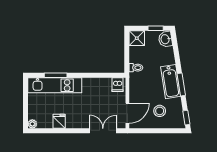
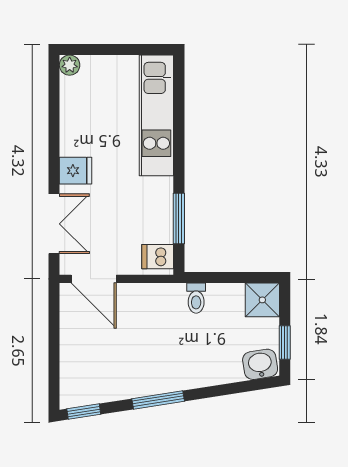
window: (56, 75) -> (179, 218), moved
bathtub: (171, 82) -> (165, 376), removed
stool: (160, 111) -> (99, 351), removed
fridge: (59, 121) -> (76, 171), moved

